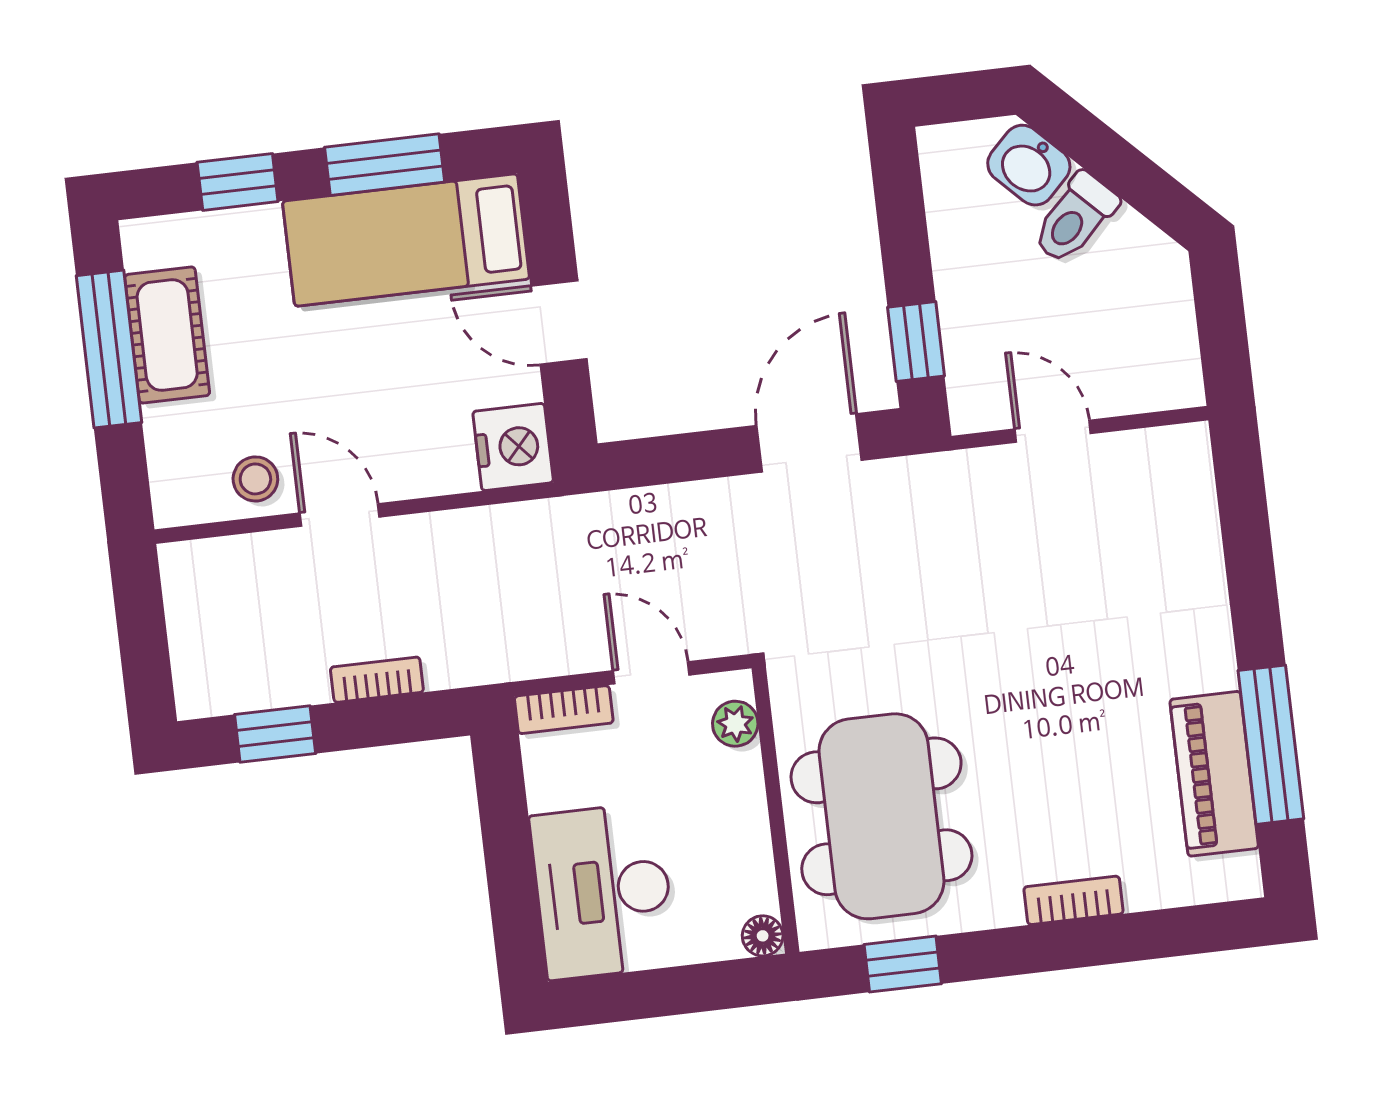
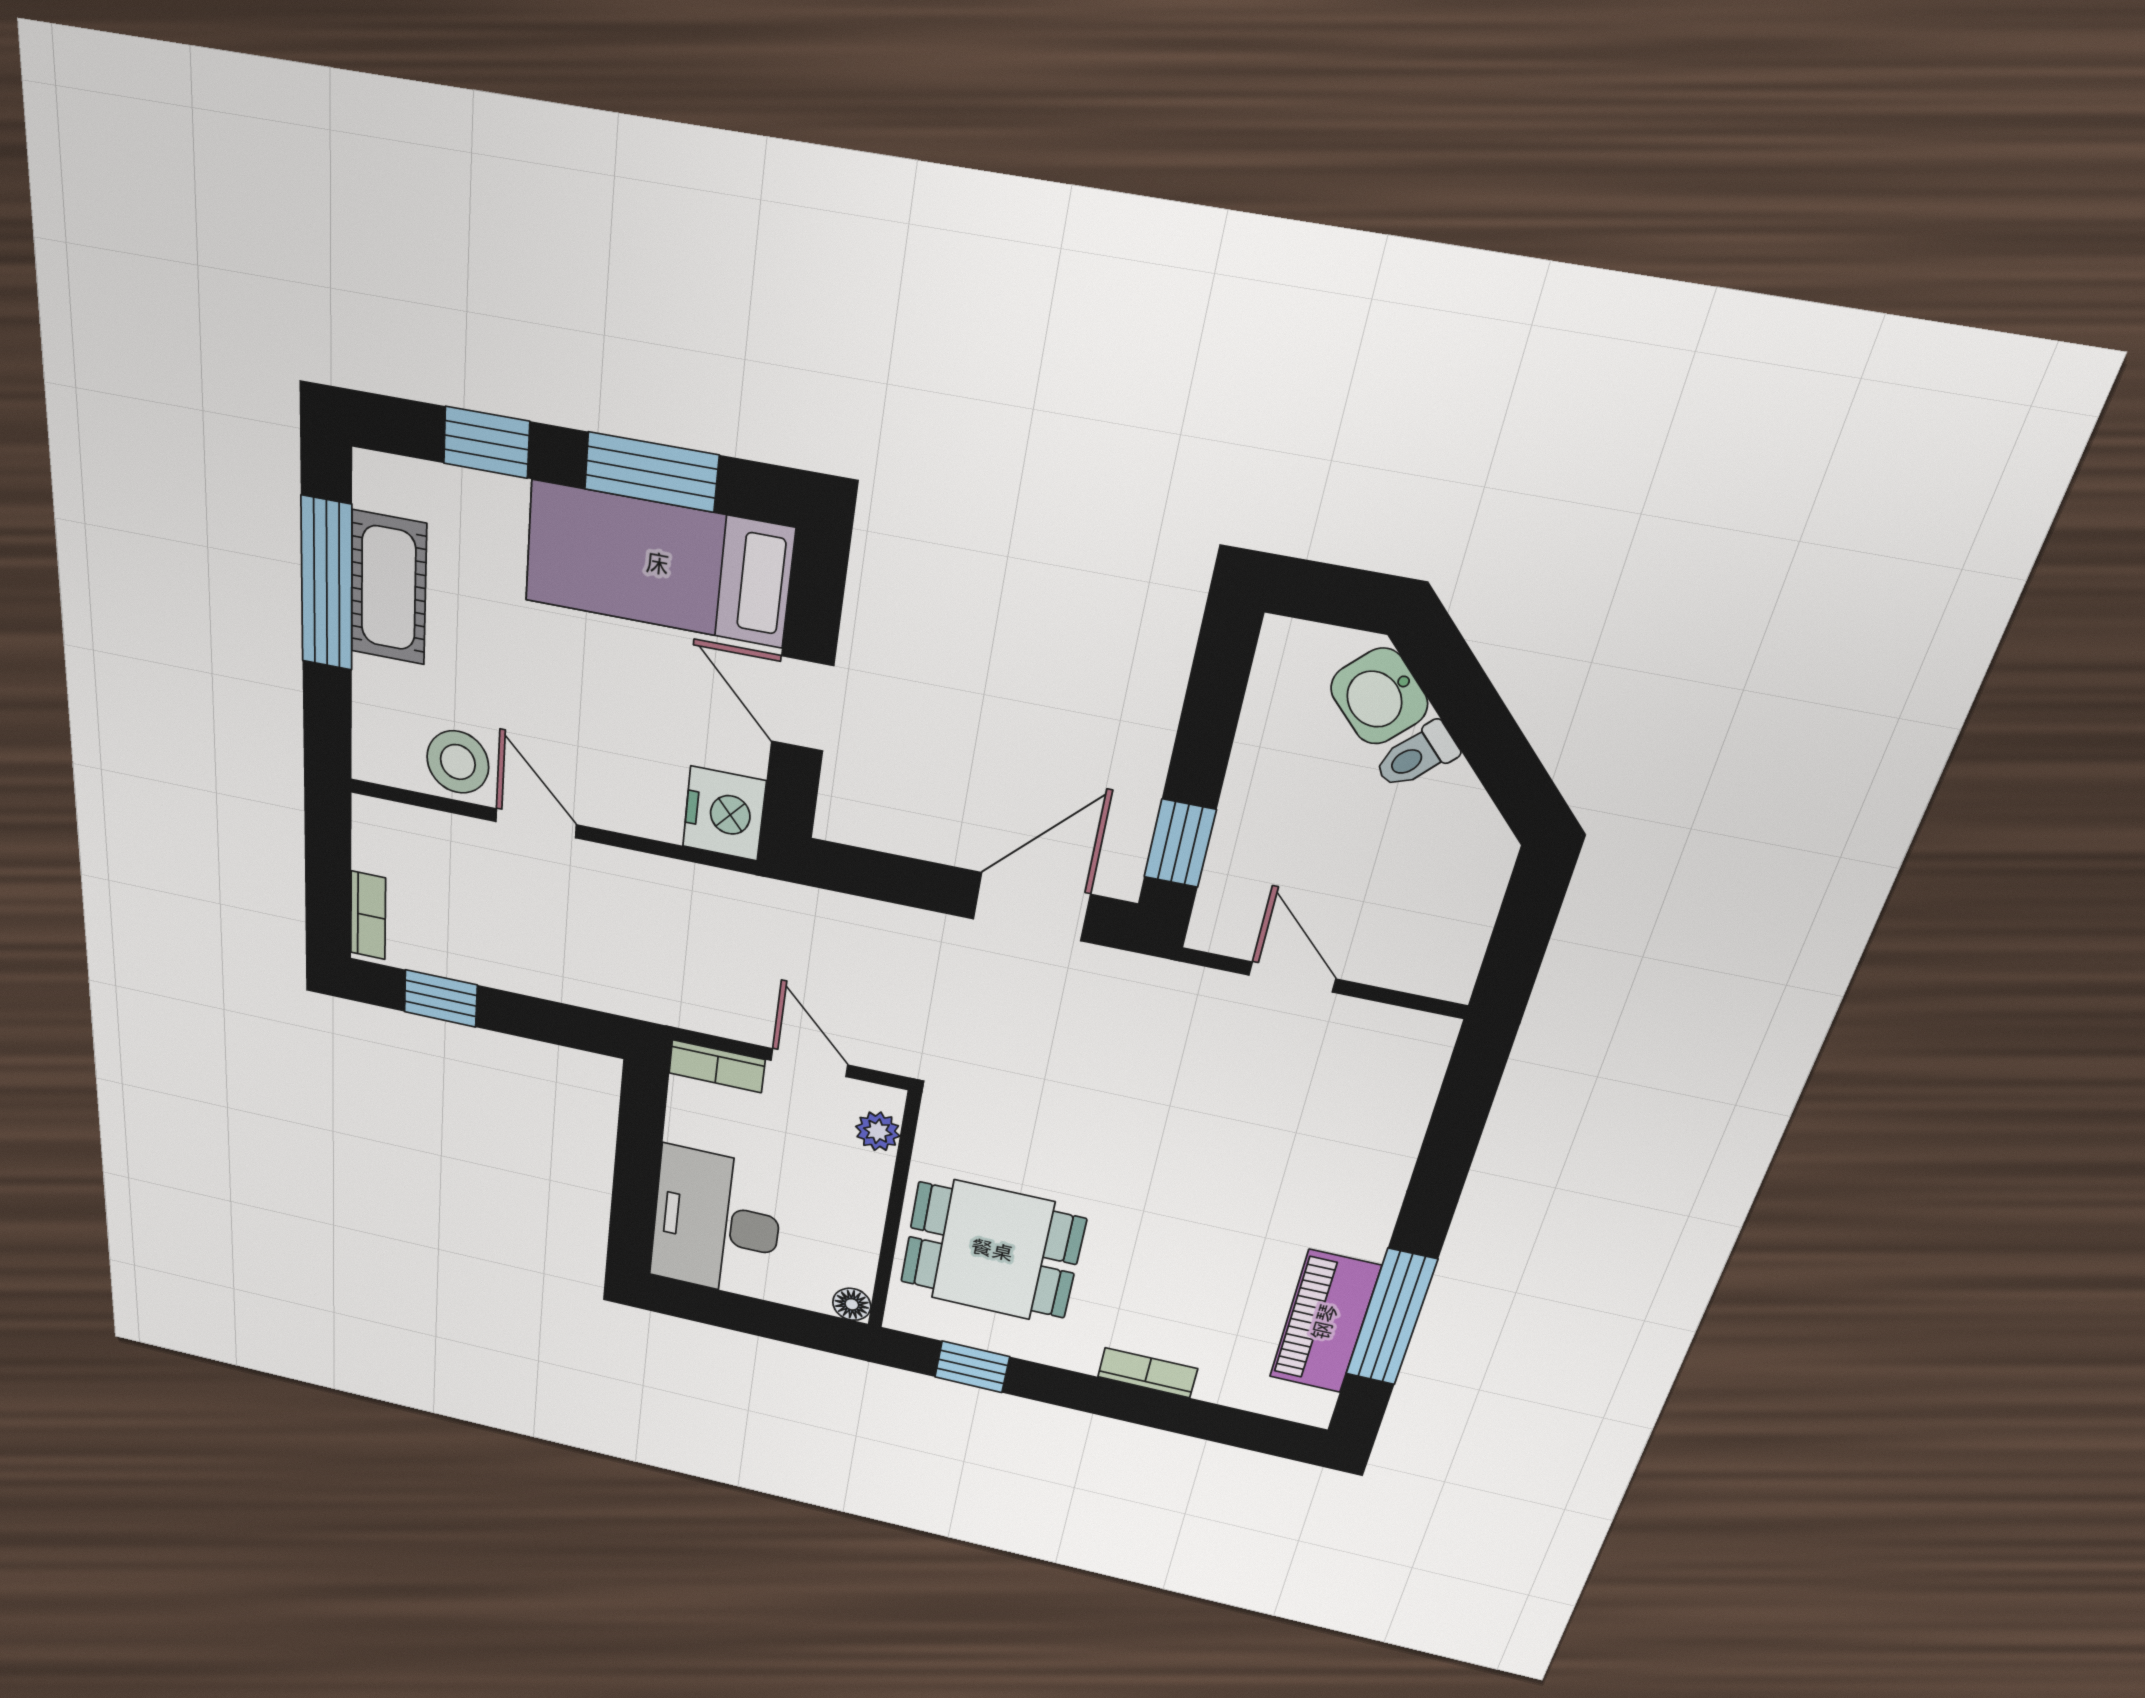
toilet: (1075, 218) -> (1416, 756), width x0.73, depth x0.72
stool: (255, 479) -> (458, 762), width x1.37, depth x1.37
bookcase: (377, 680) -> (368, 916), moved, turned 90
dining table: (881, 816) -> (992, 1250), width x0.73

